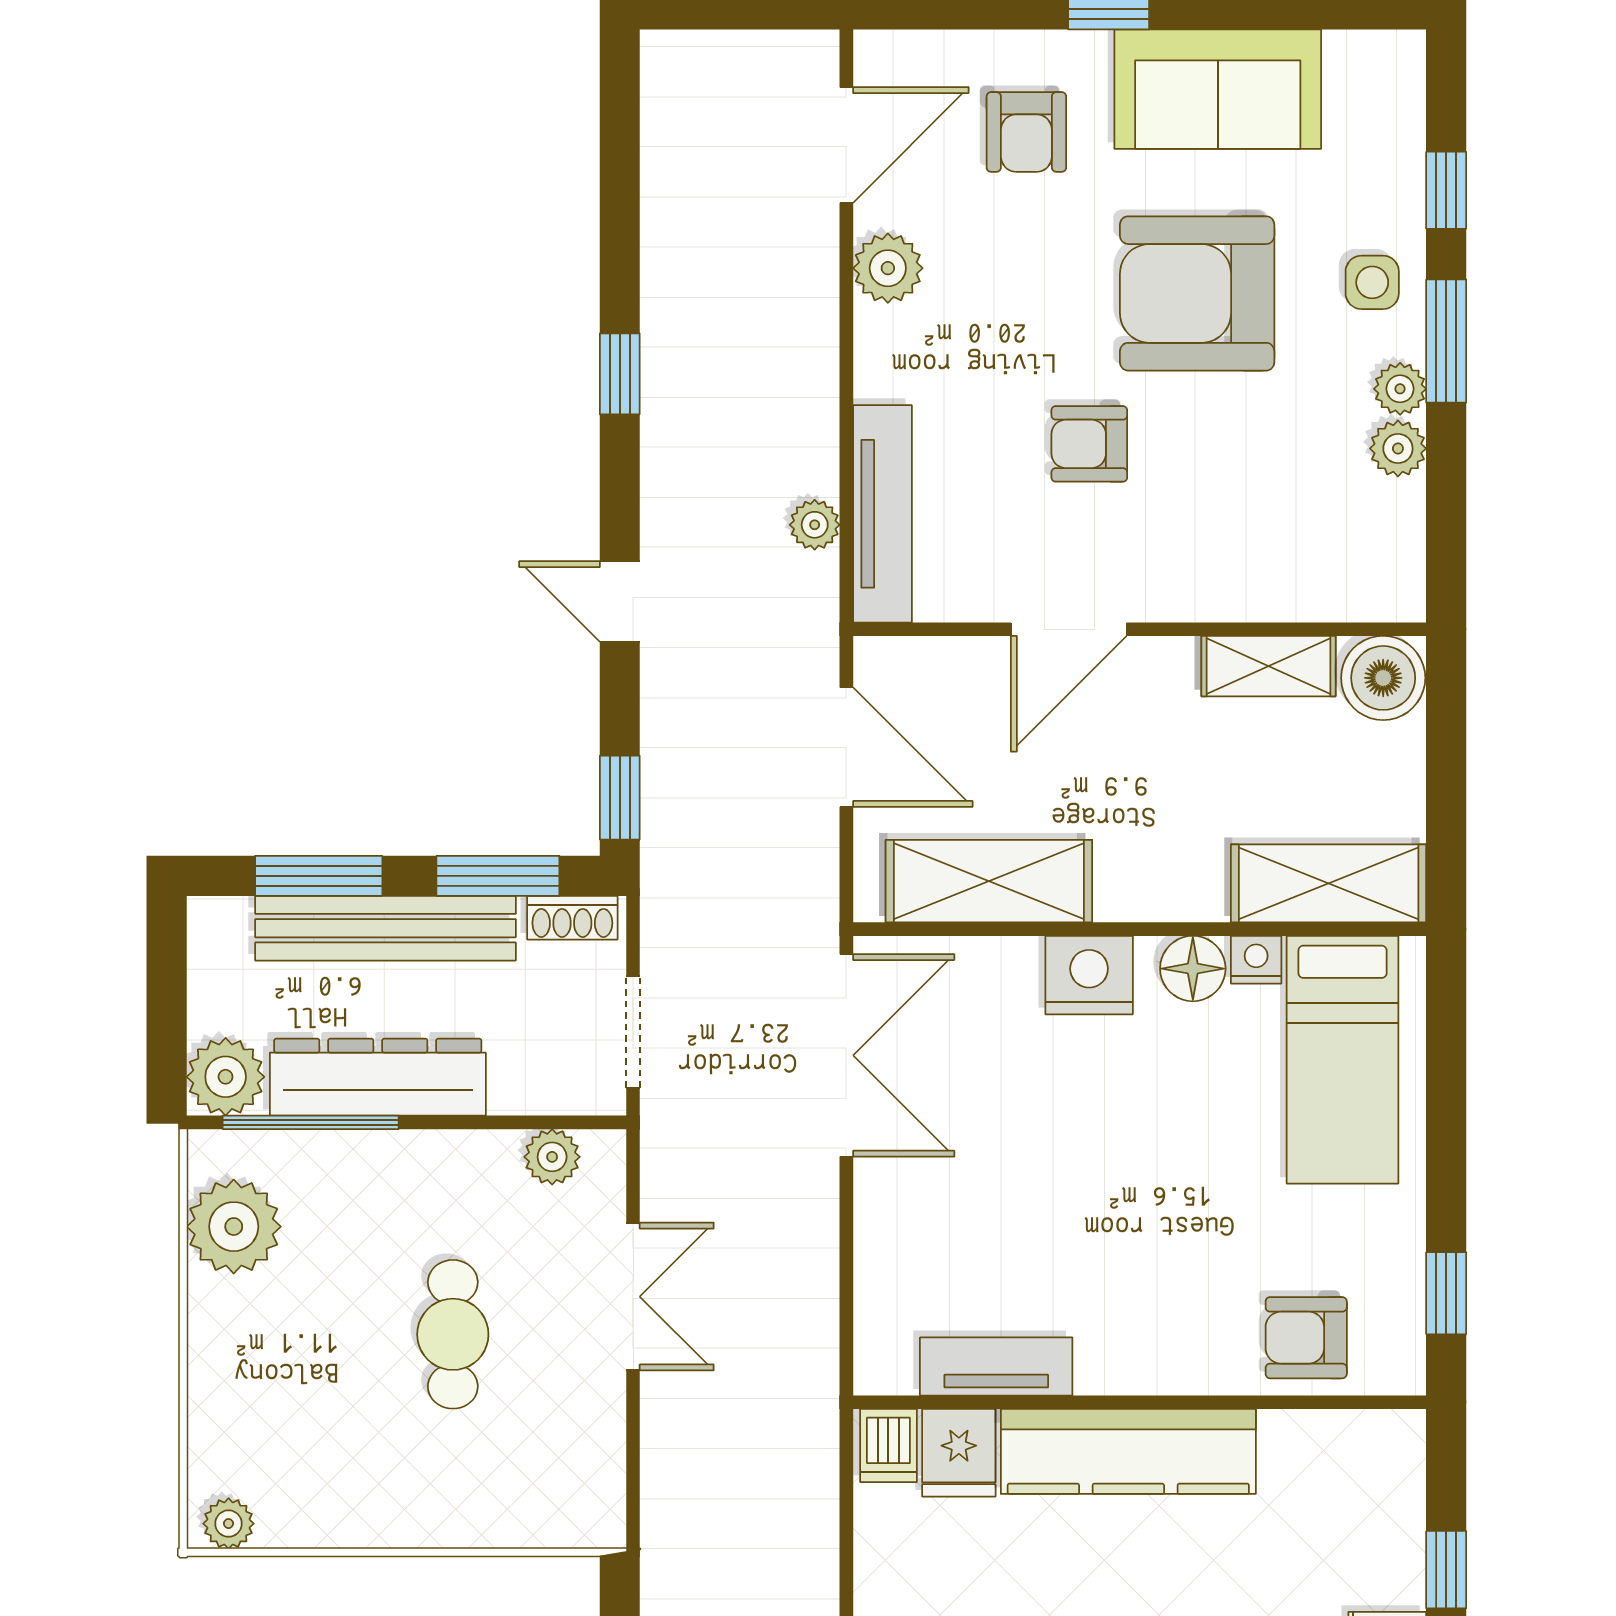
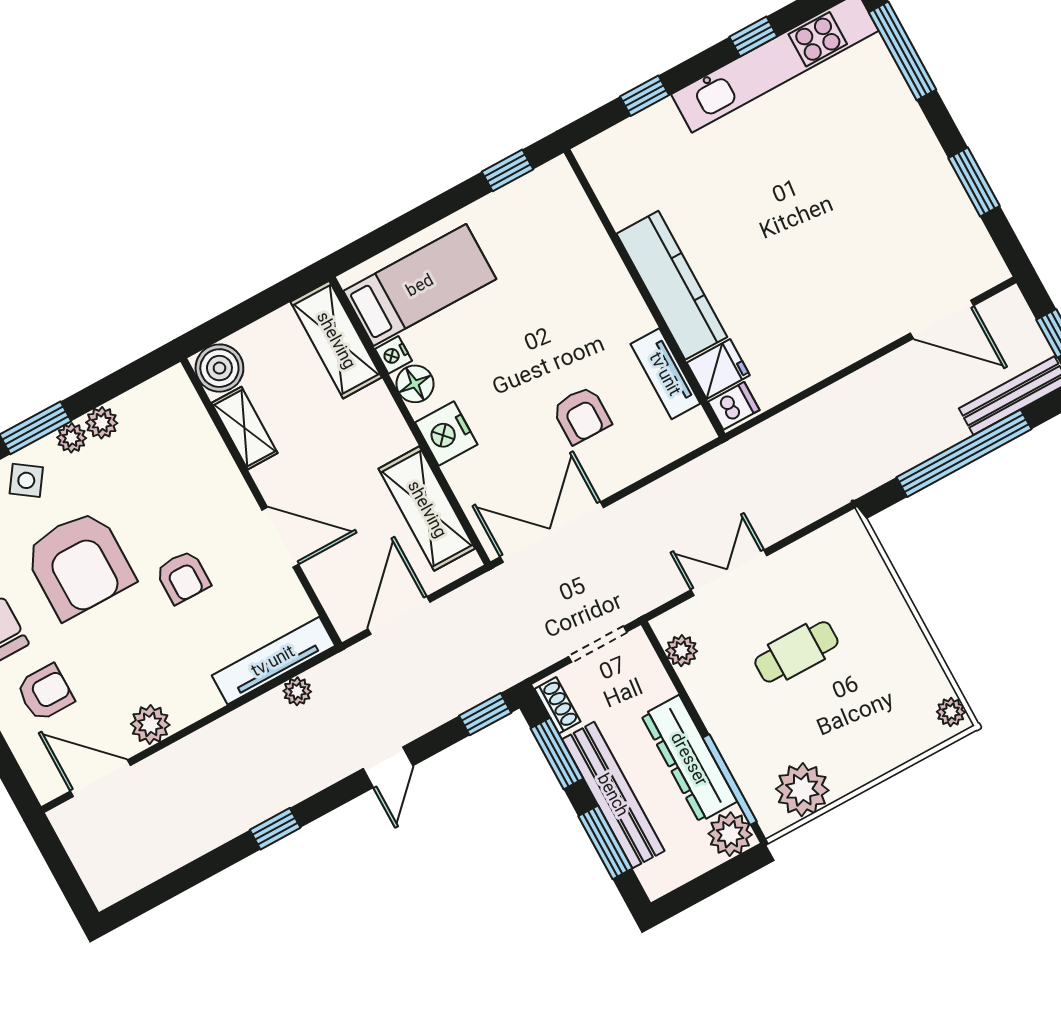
side table: (1372, 282) -> (26, 480), turned 35
armchair: (1306, 1338) -> (582, 415), moved

